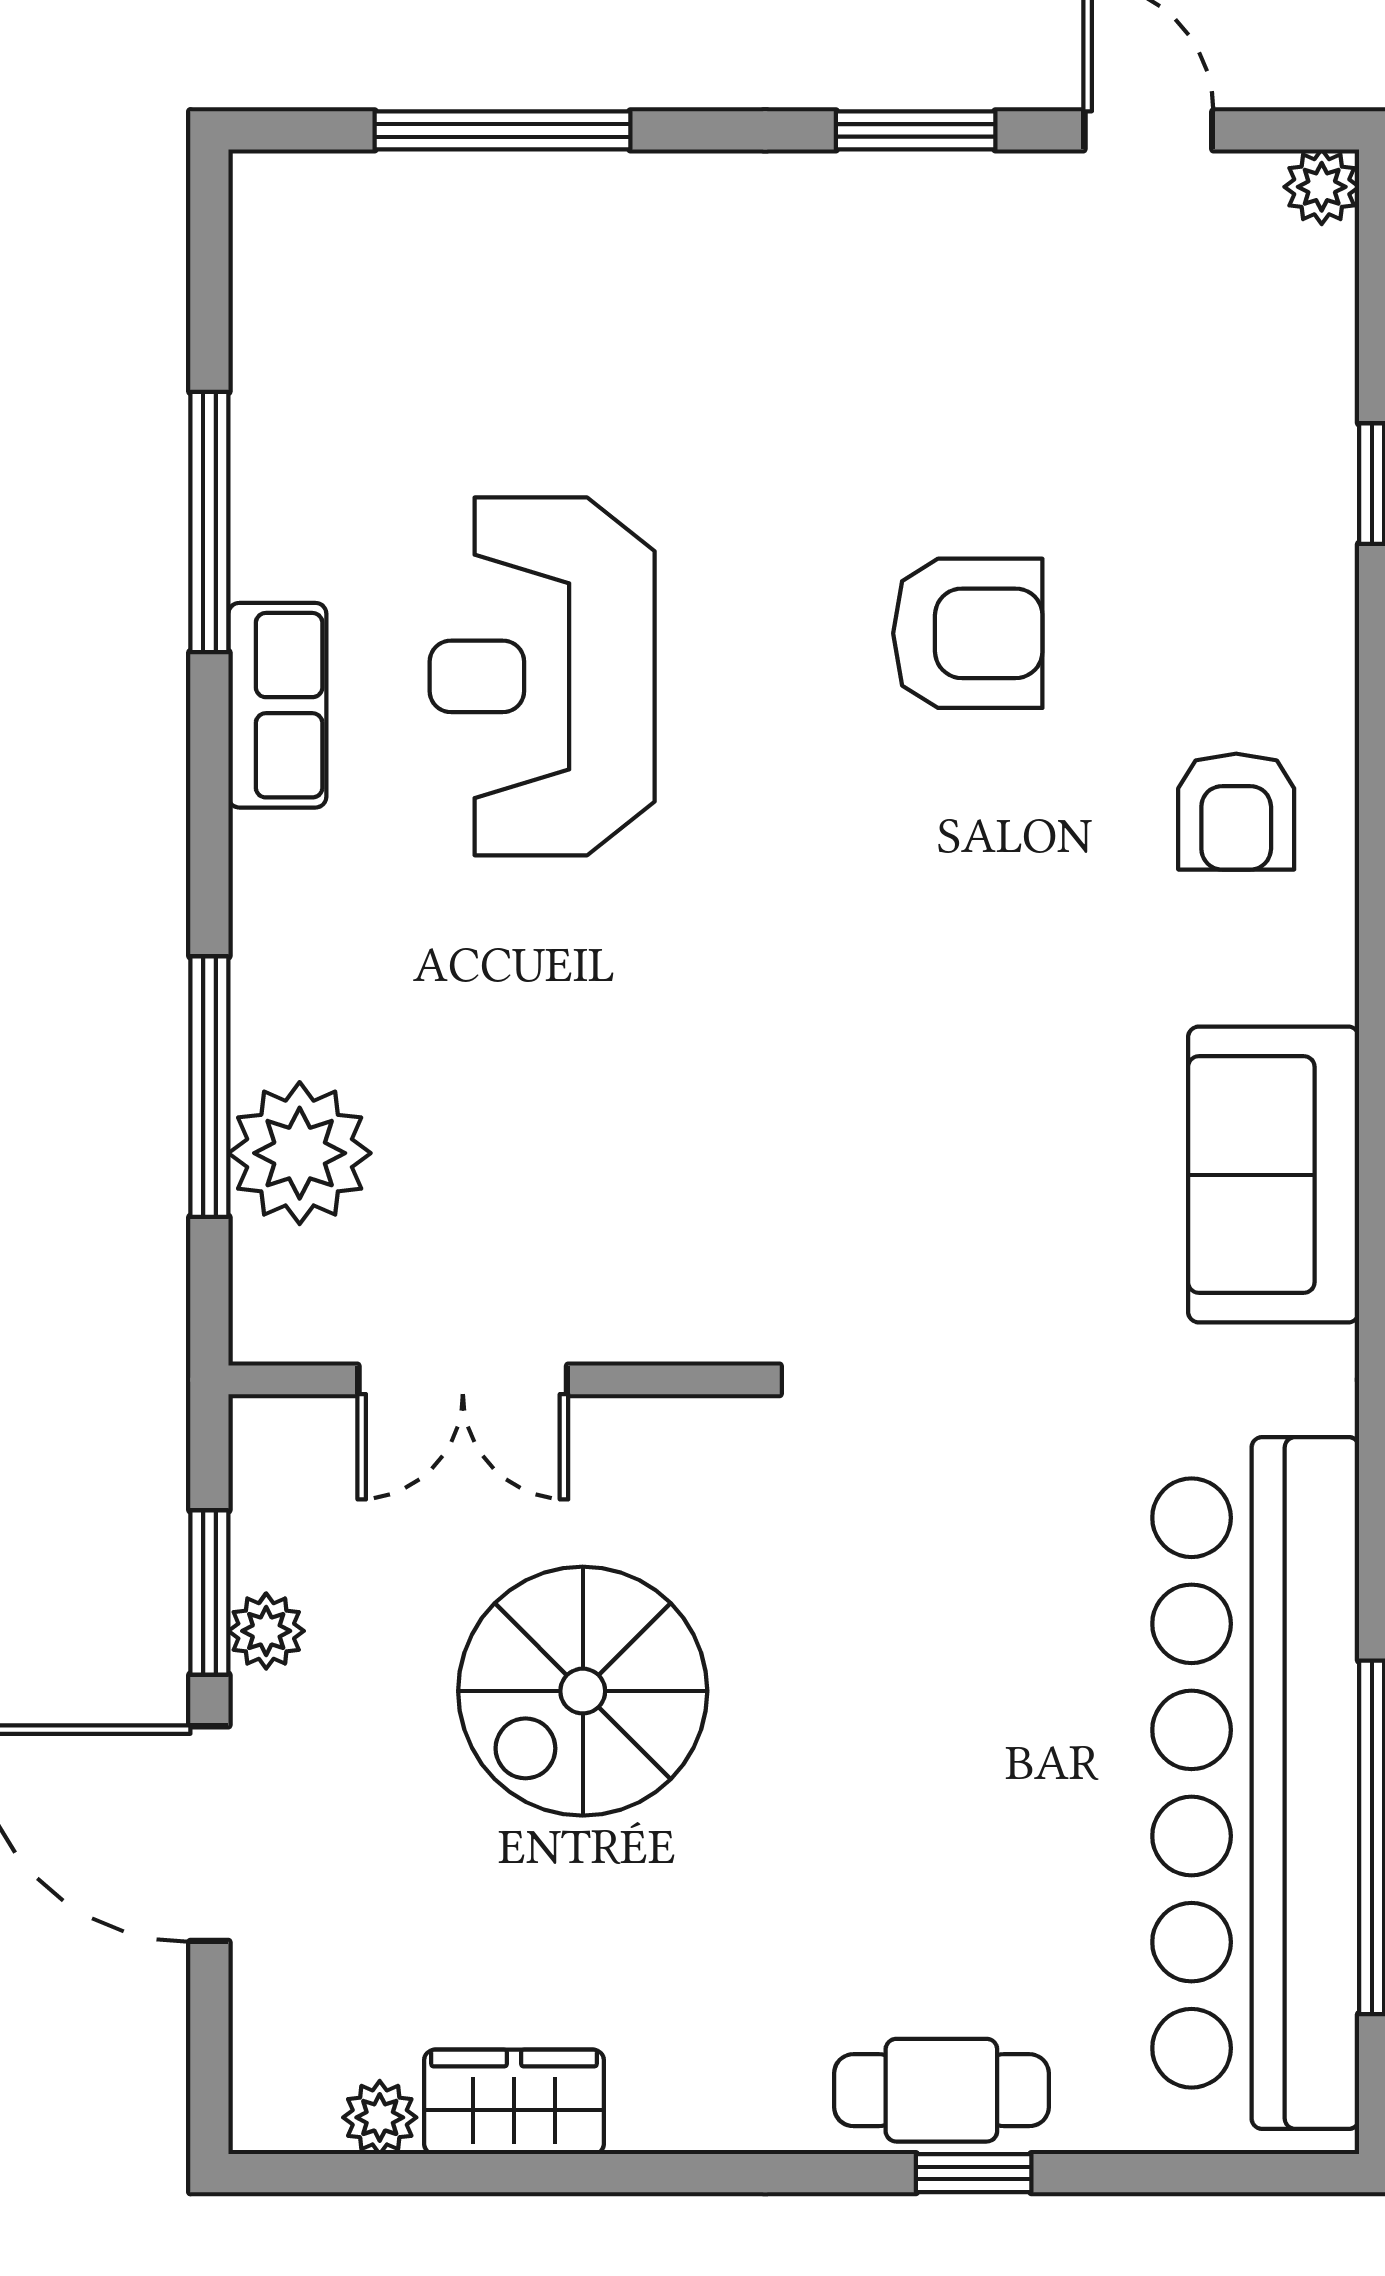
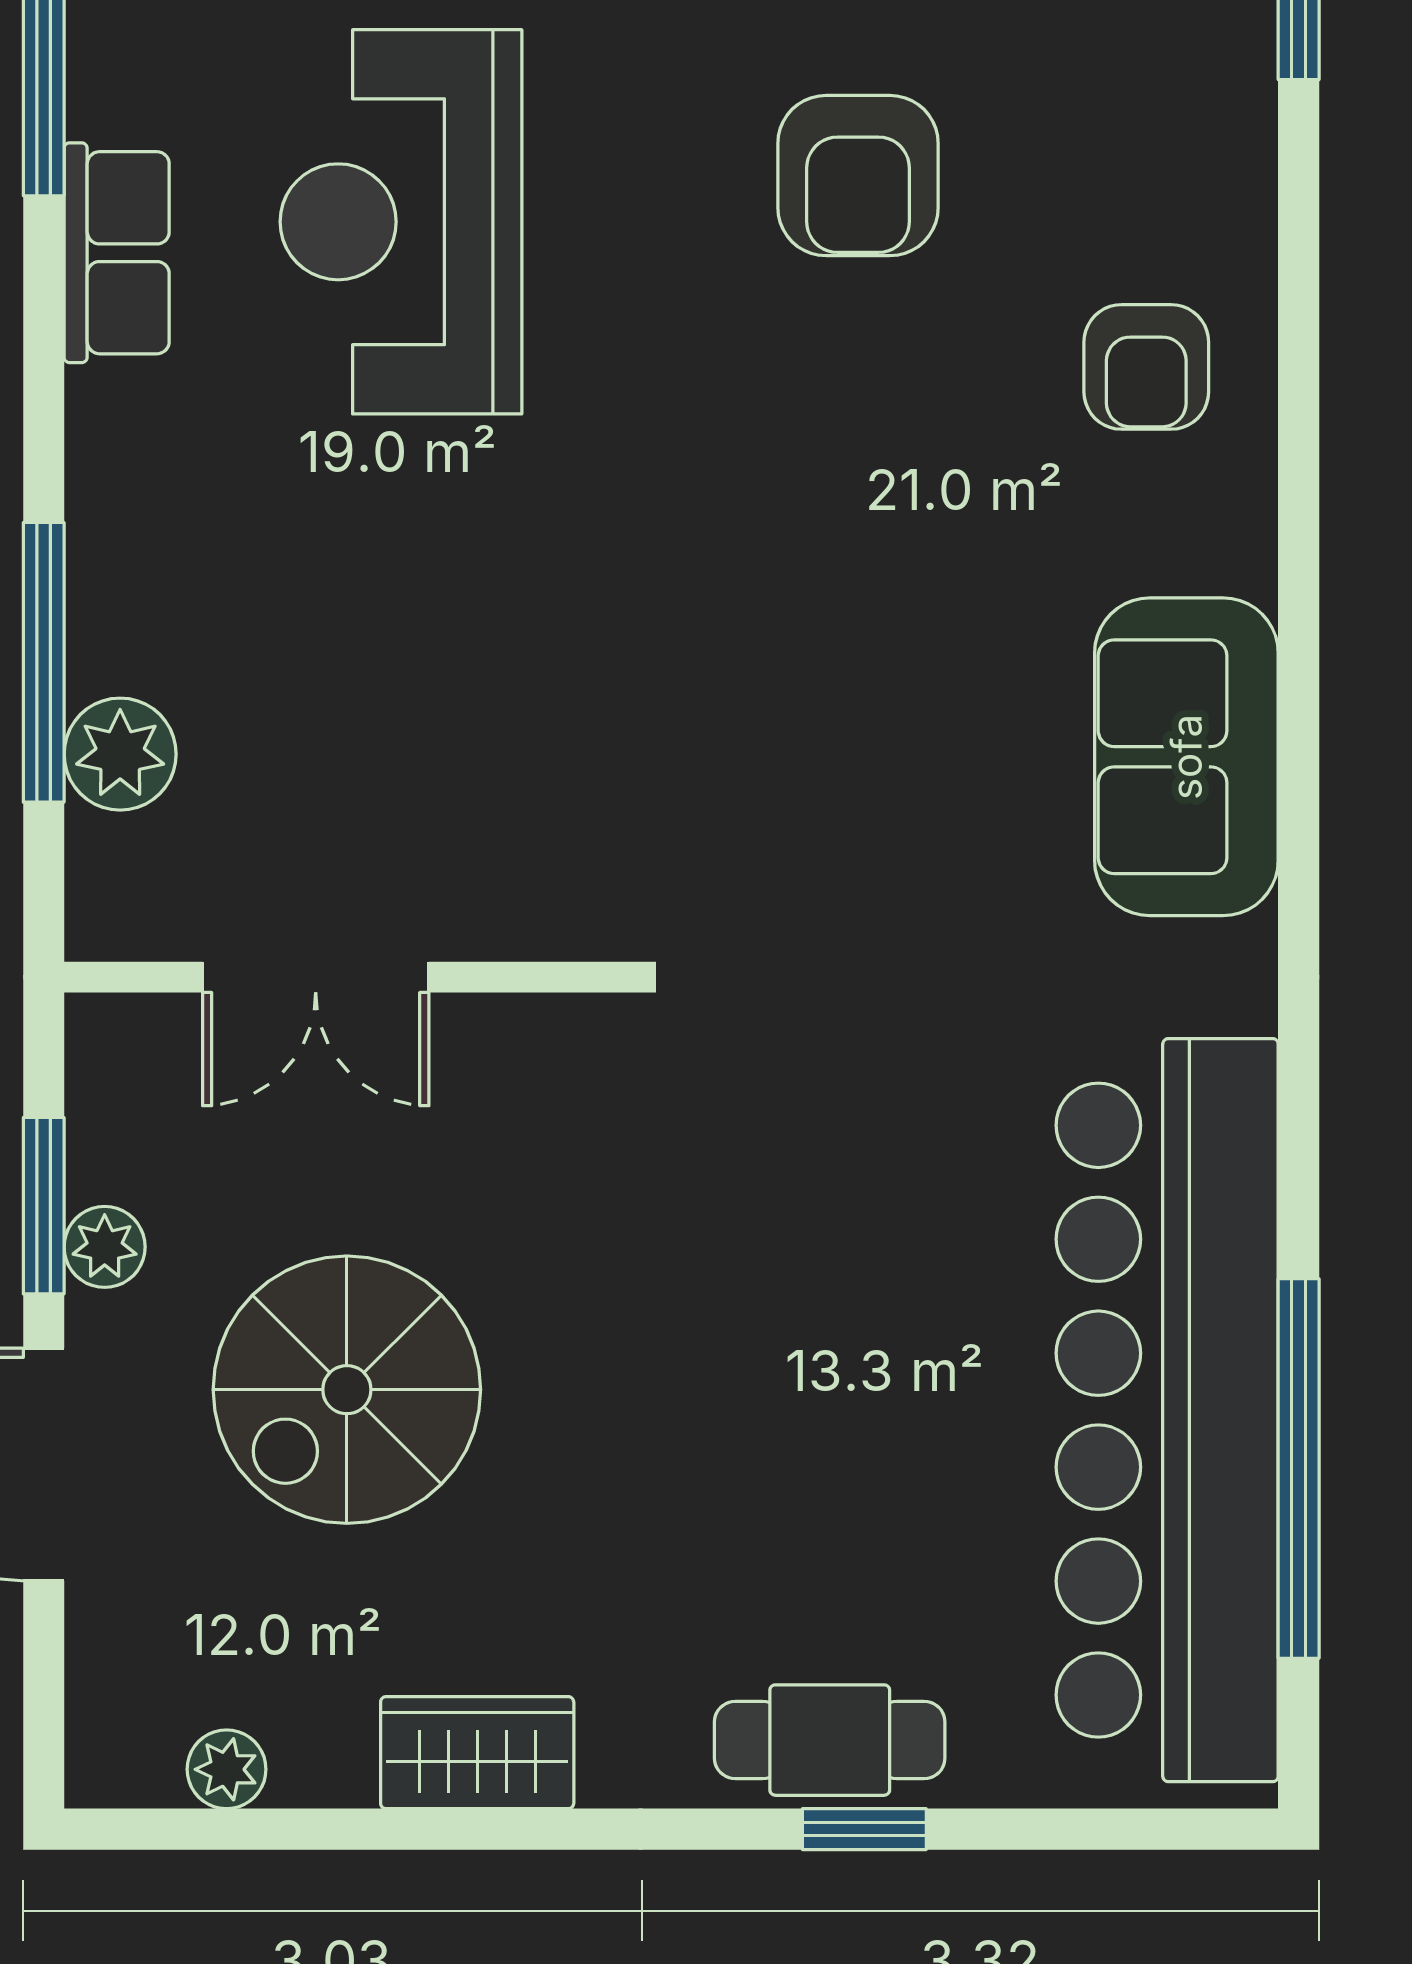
armchair: (968, 633) -> (858, 176), turned 90
plant: (300, 1153) -> (120, 754), width x0.73, depth x0.73
spiral stairs: (583, 1691) -> (347, 1390), moved
wardrobe: (514, 2102) -> (477, 1753), moved

